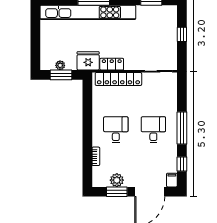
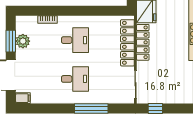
window: (182, 34) -> (155, 108), moved
locker: (112, 64) -> (143, 42), width x1.53
window: (182, 128) -> (91, 108), moved
window: (182, 164) -> (40, 108), removed

